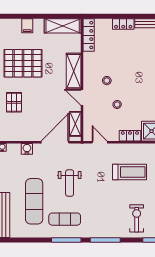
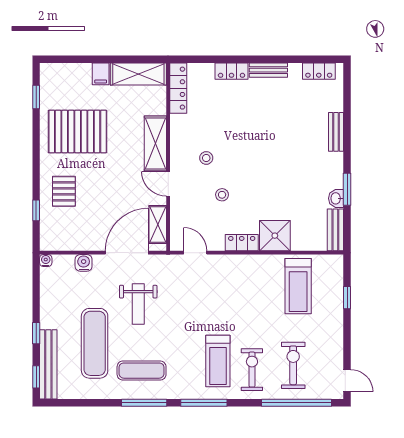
filing cabinet: (27, 26) -> (101, 74), moved
treadmill: (129, 172) -> (218, 361), moved, turned 90
weight bench: (70, 183) -> (138, 304), moved

